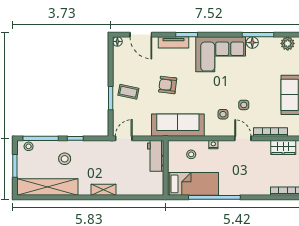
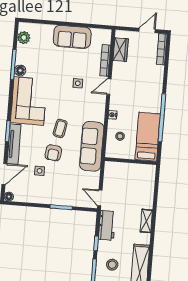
tv unit: (174, 42) -> (14, 144), width x1.41
coffee table: (128, 92) -> (60, 128), moved
side table: (223, 114) -> (40, 171), moved
workbench: (156, 156) -> (107, 225), moved, turned -90
stool: (65, 159) -> (112, 265), moved

